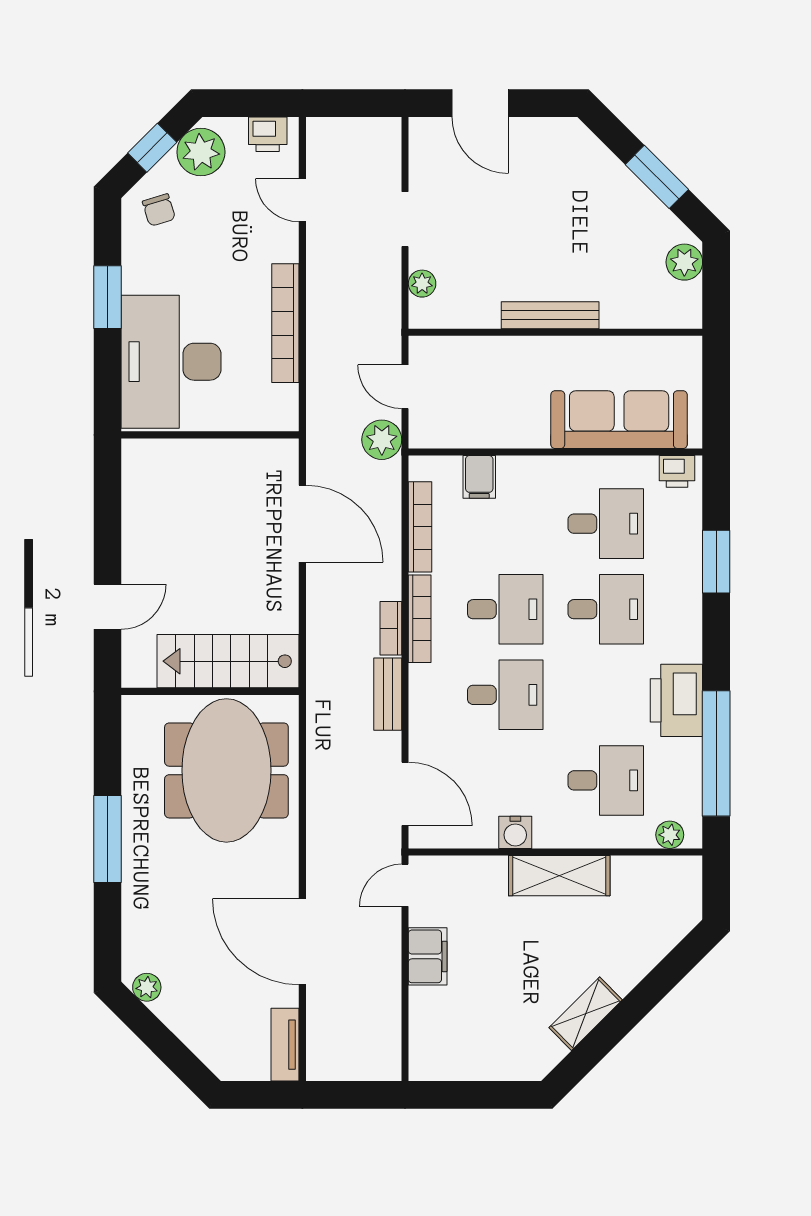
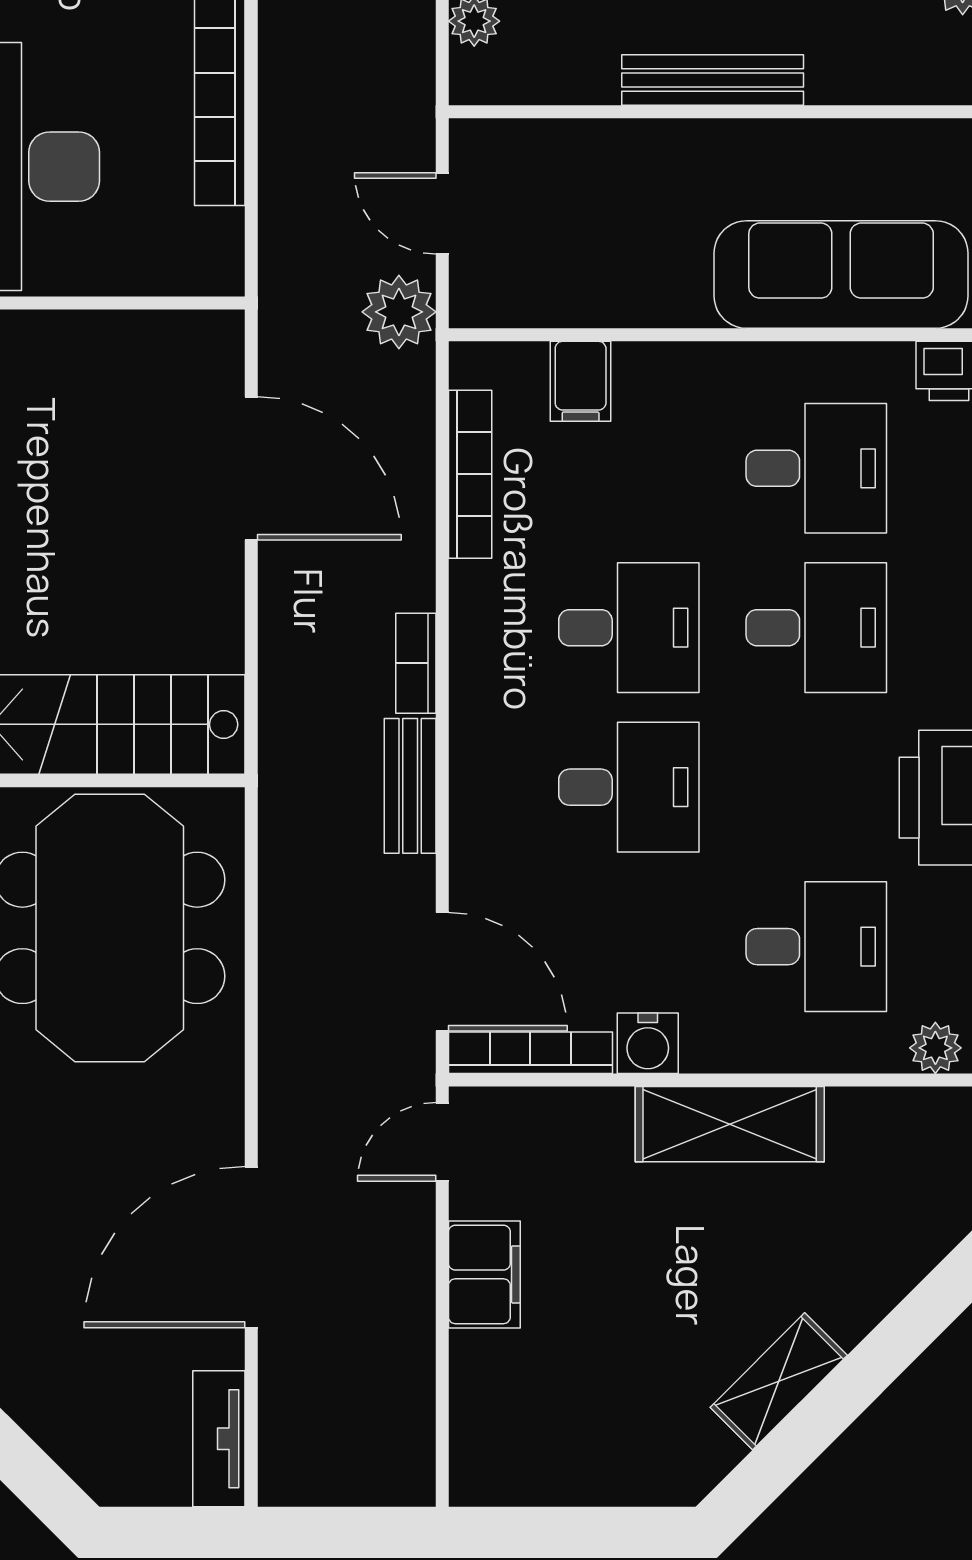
bookcase: (420, 619) -> (530, 1053), moved, turned -90
door: (302, 942) -> (251, 1247), hinge flipped

